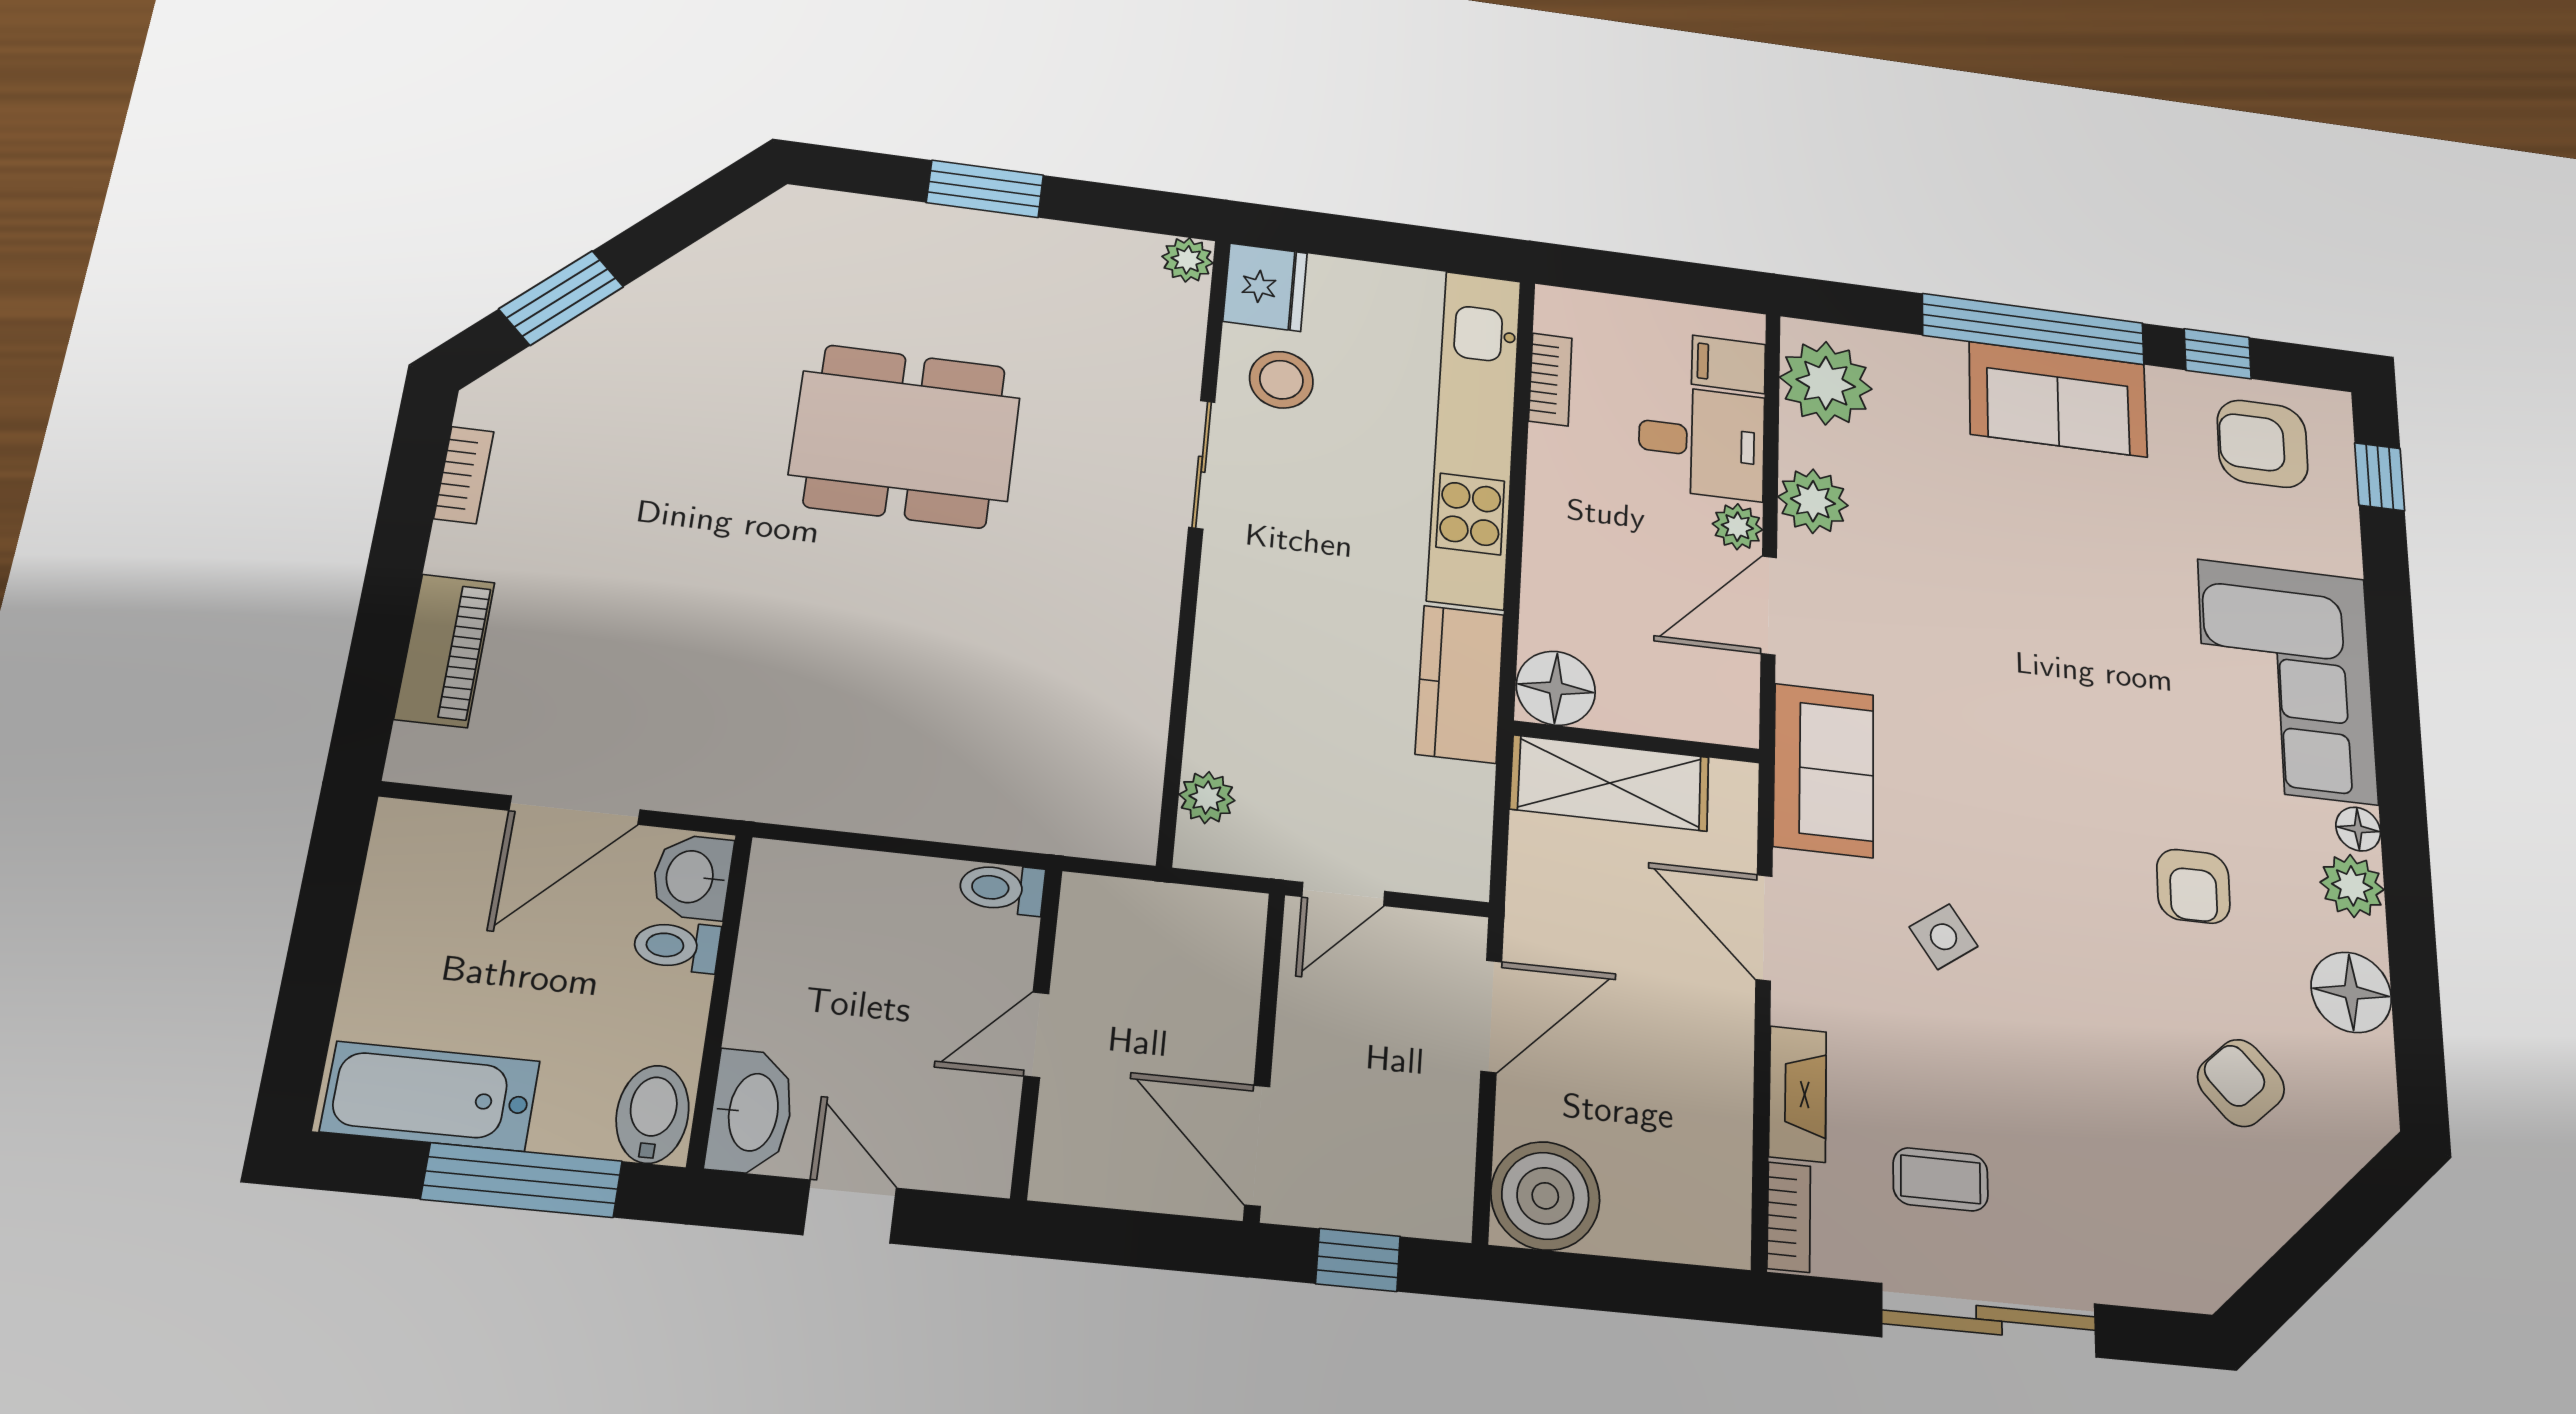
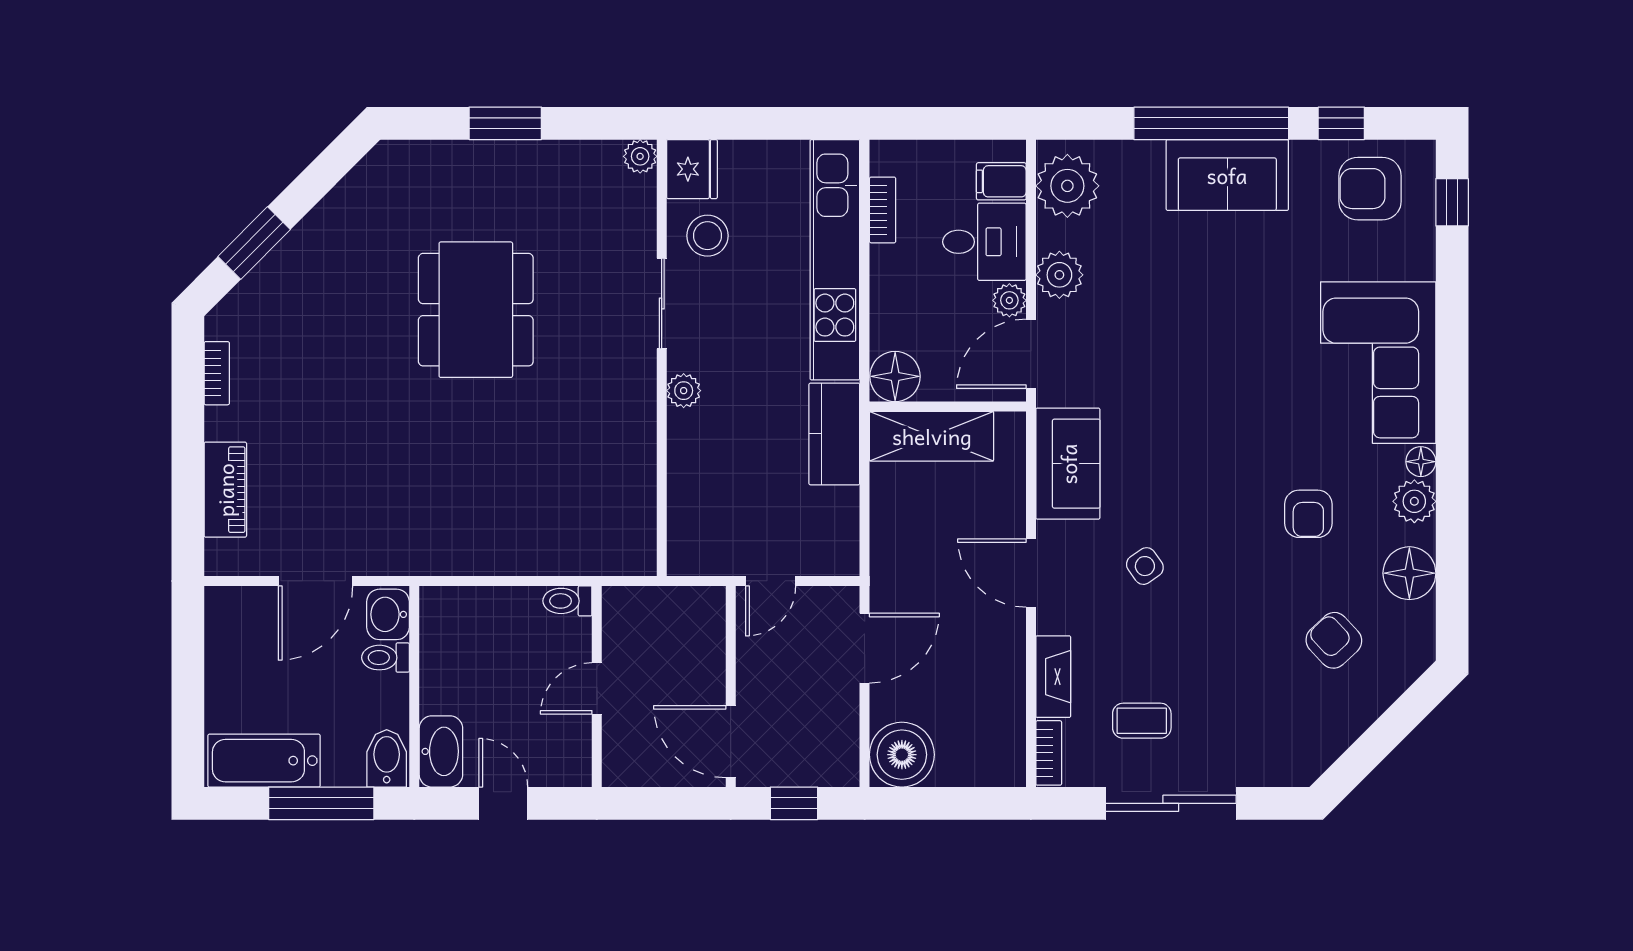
dining table: (905, 436) -> (476, 310), turned 90
floor lamp: (1556, 688) -> (895, 376), moved
wall: (1637, 742) -> (948, 407), moved
shelving: (1610, 783) -> (932, 436), moved
plant: (1207, 798) -> (684, 391), moved

